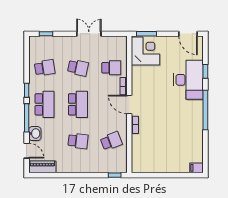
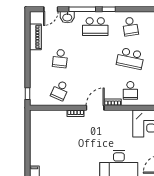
school desk: (78, 68) -> (130, 58), width x1.85
school desk: (78, 104) -> (95, 58), removed
school desk: (111, 141) -> (60, 90), turned 45
piano: (42, 167) -> (35, 37), moved

